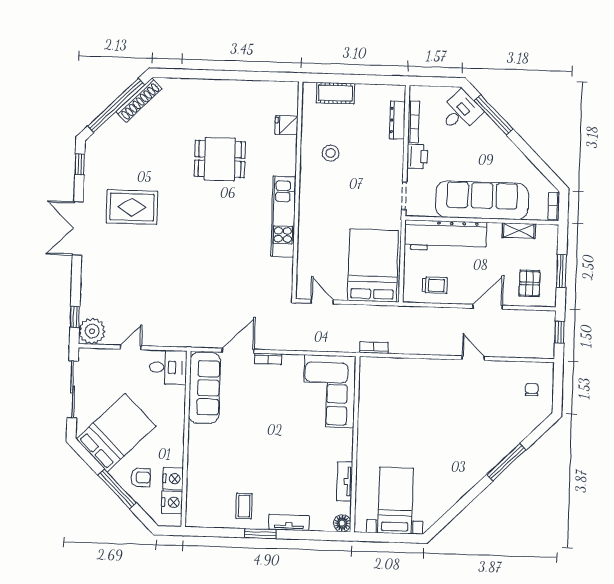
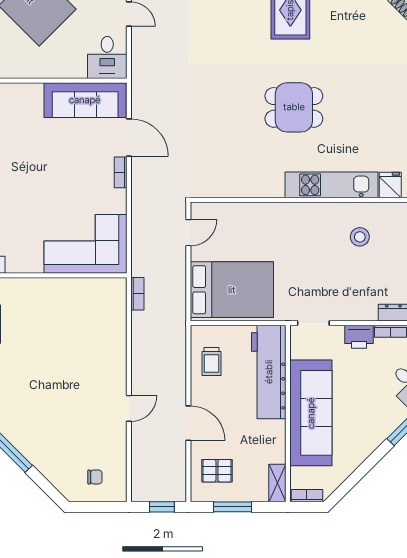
dining table: (220, 159) -> (294, 107), moved, turned 90
kitchen unit: (283, 216) -> (332, 185), moved
shelving: (519, 231) -> (277, 483), moved

